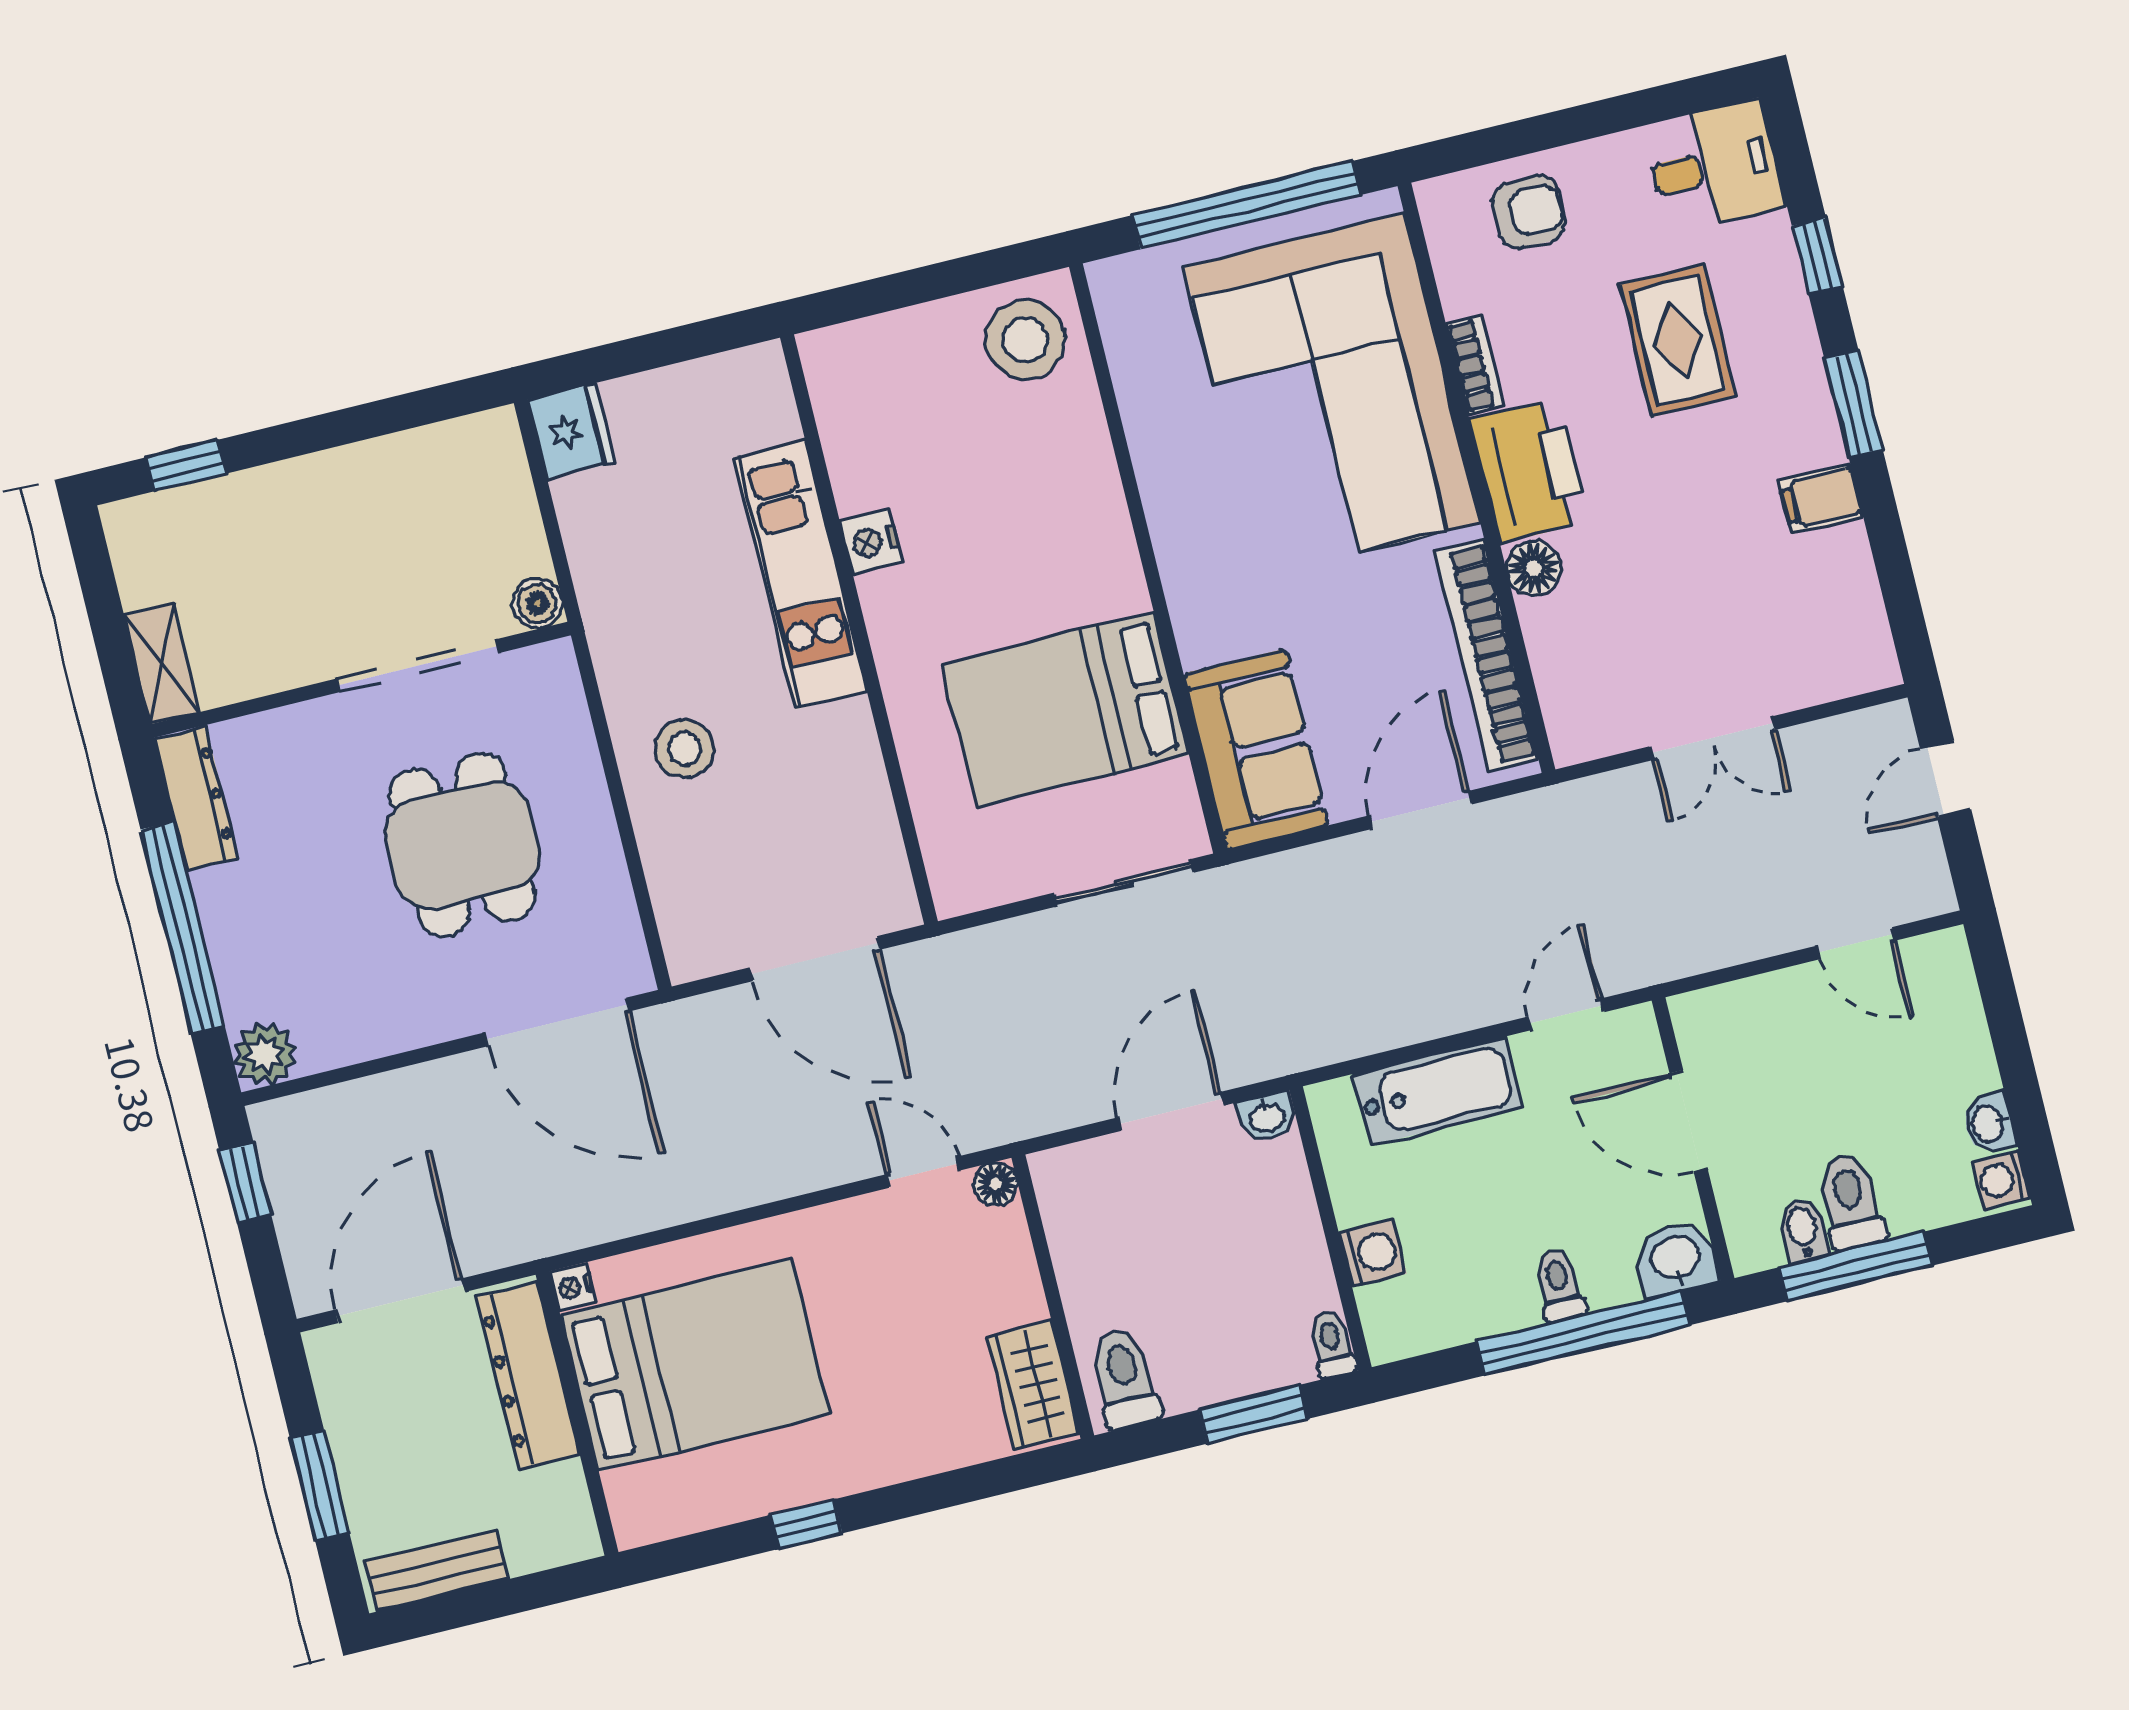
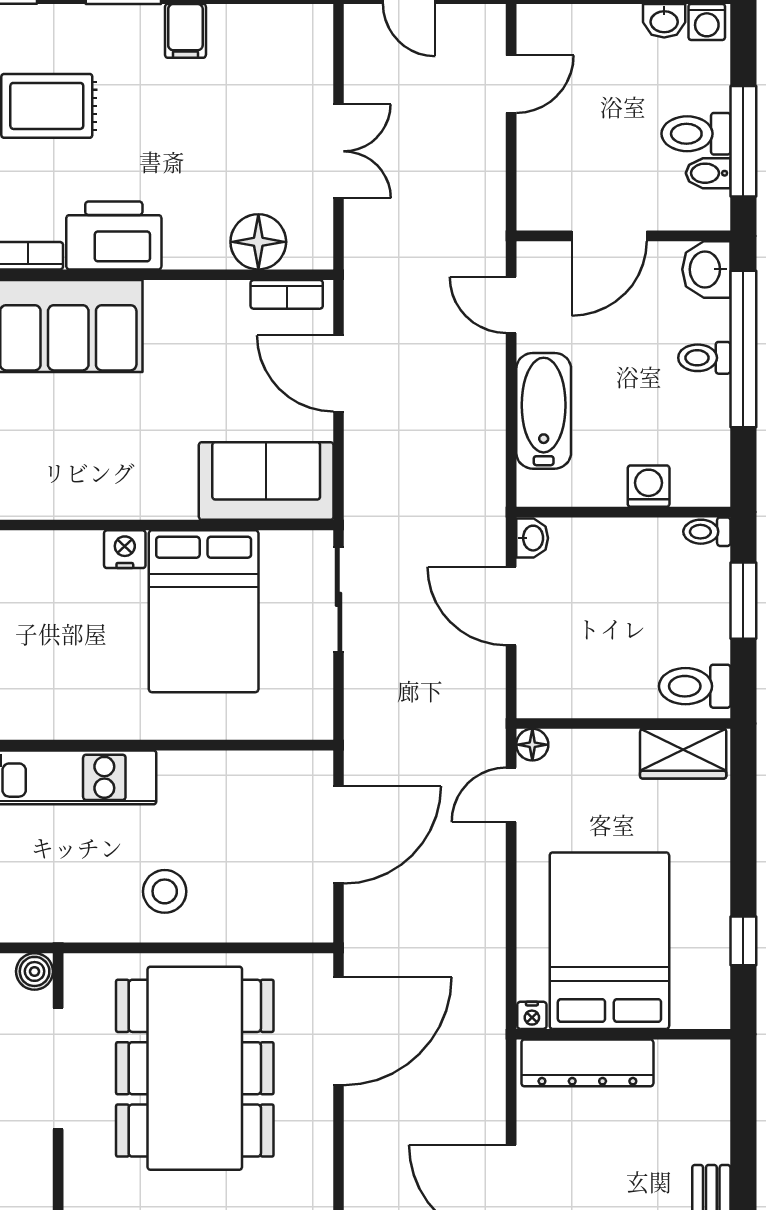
nightstand: (871, 542) -> (125, 549), moved, turned 180
floor lamp: (1534, 568) -> (258, 242), moved, width x1.38, depth x1.38
bookcase: (1487, 656) -> (287, 294), width x0.43, depth x0.76
dining table: (462, 845) -> (195, 1068), width x1.88, depth x1.24
nightstand: (572, 1287) -> (532, 1015), moved
bed: (695, 1365) -> (609, 941), moved
dresser: (528, 1375) -> (587, 1063), moved
wall: (577, 1413) -> (623, 1034), moved

